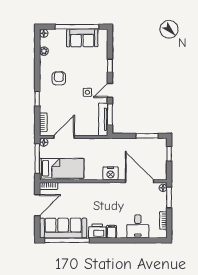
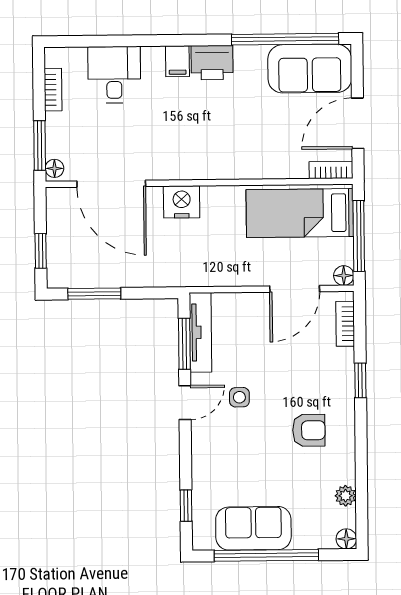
window: (110, 66) -> (186, 506), moved
armchair: (59, 78) -> (309, 430), turned -90
sofa: (63, 228) -> (310, 69), width x0.73

